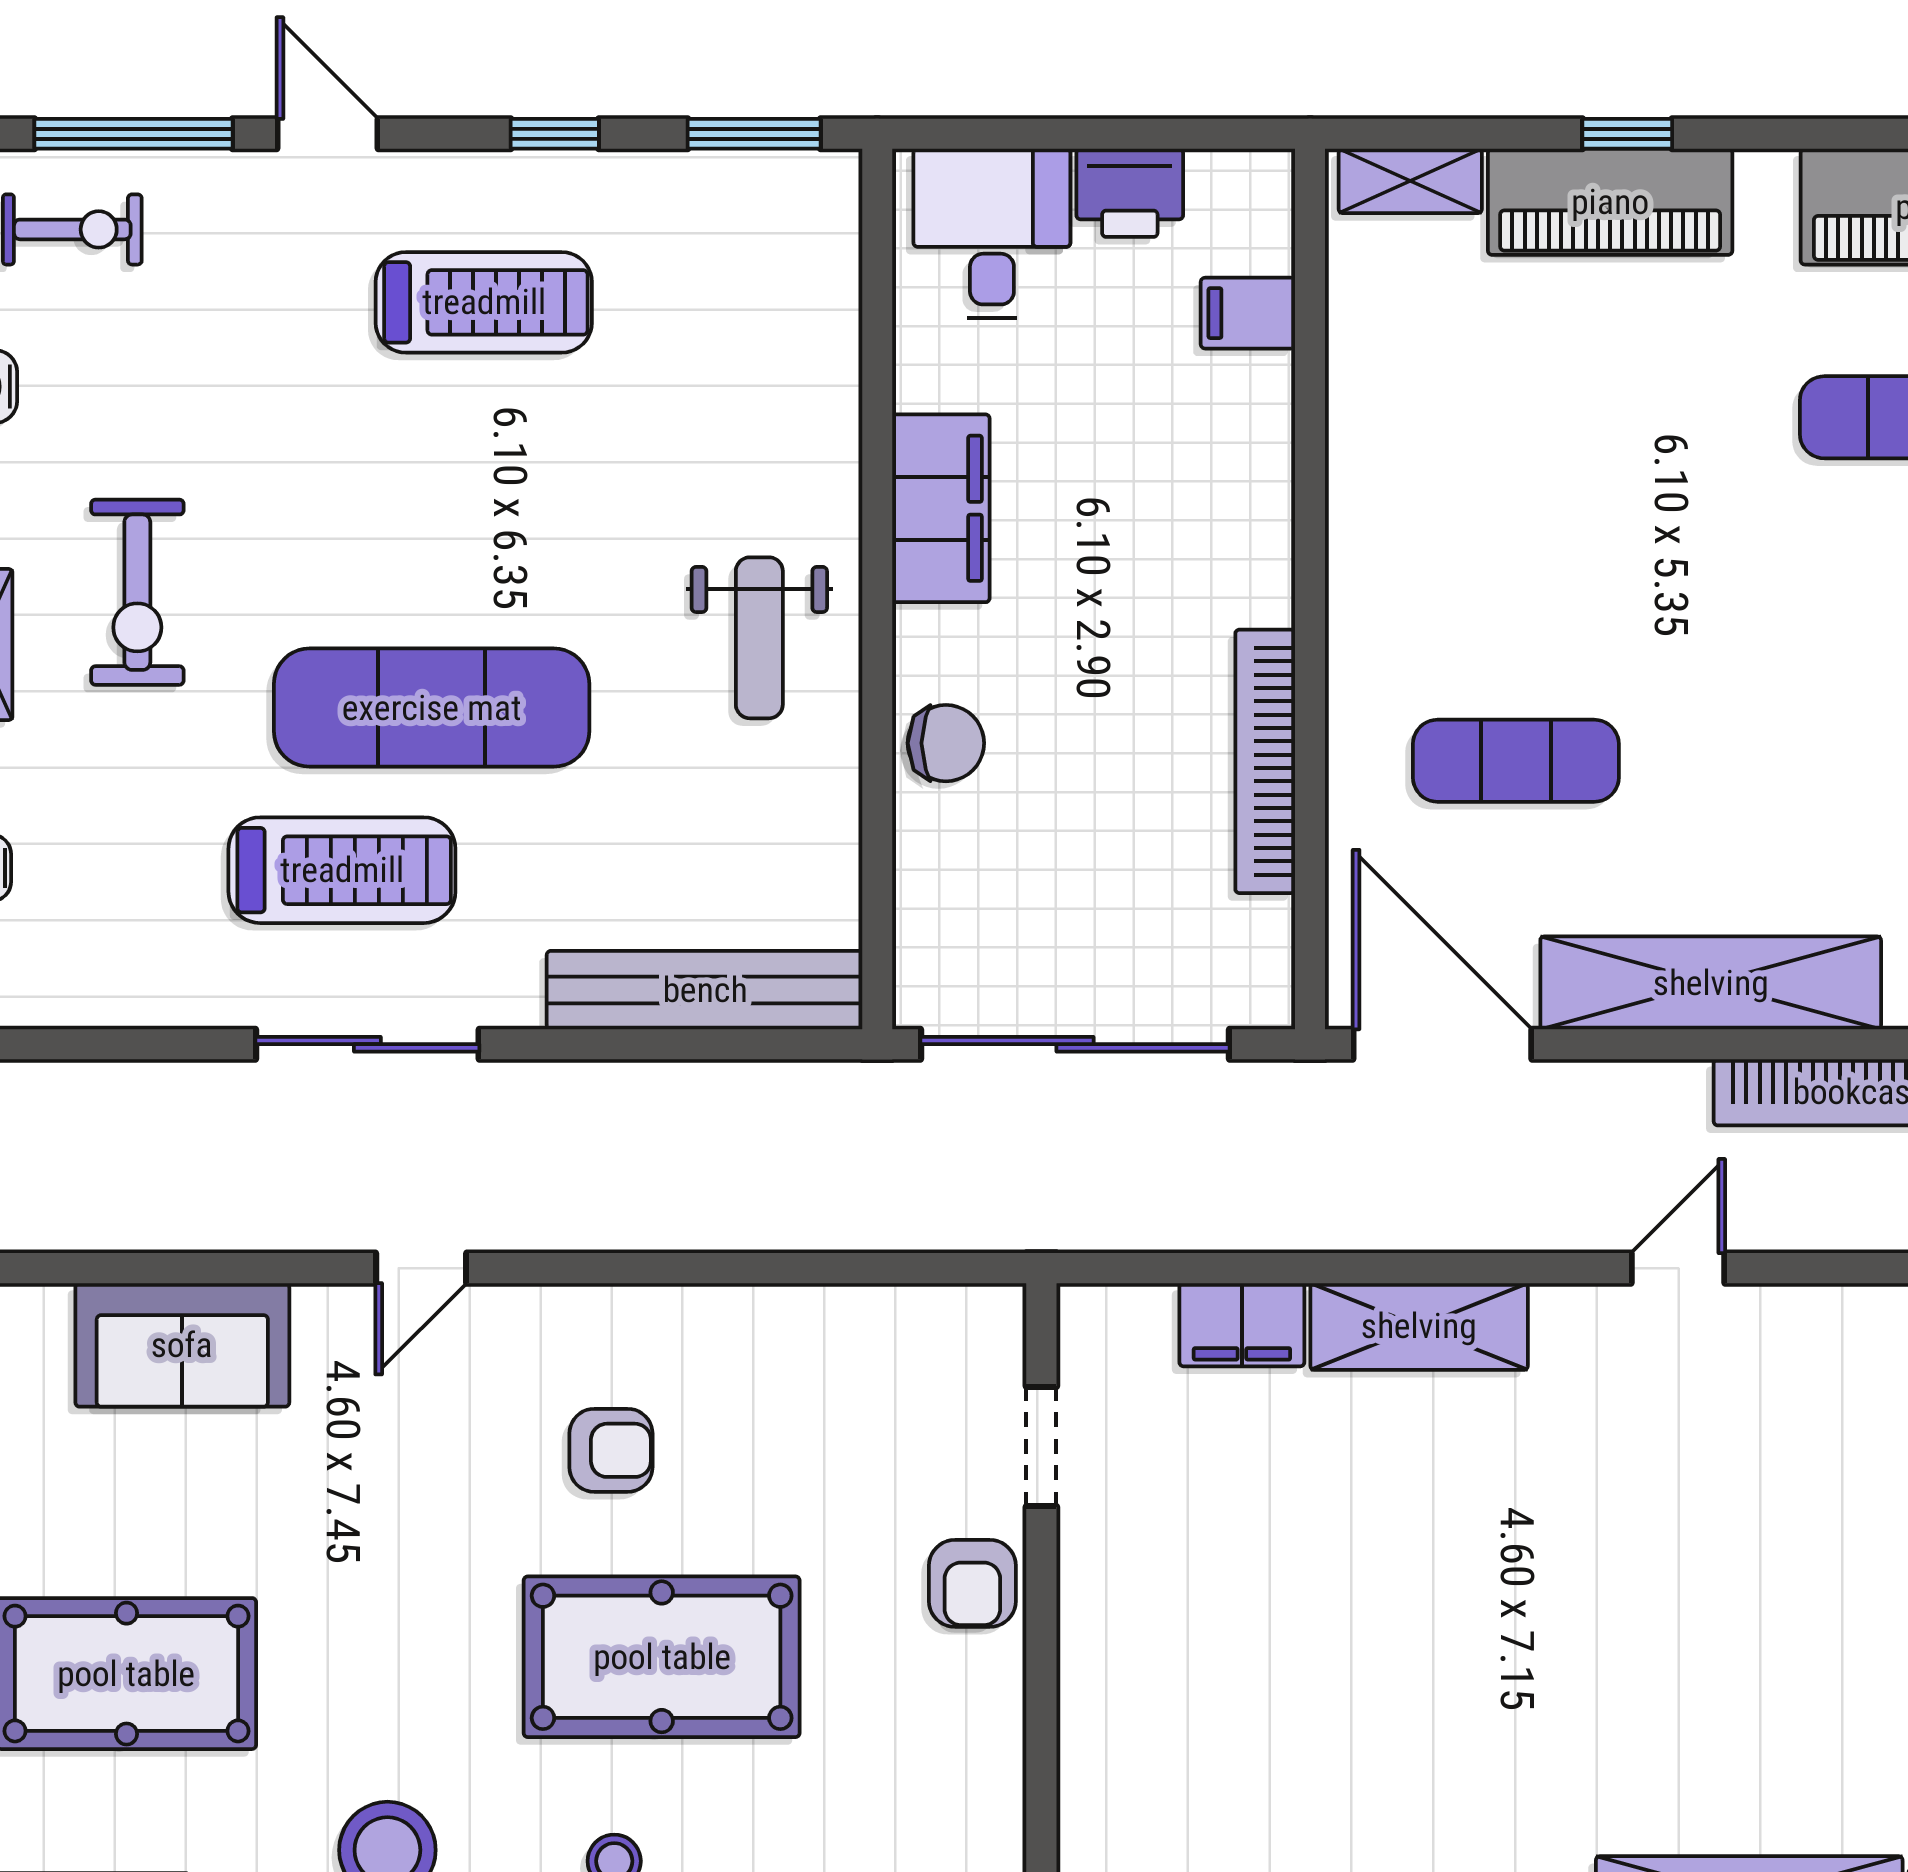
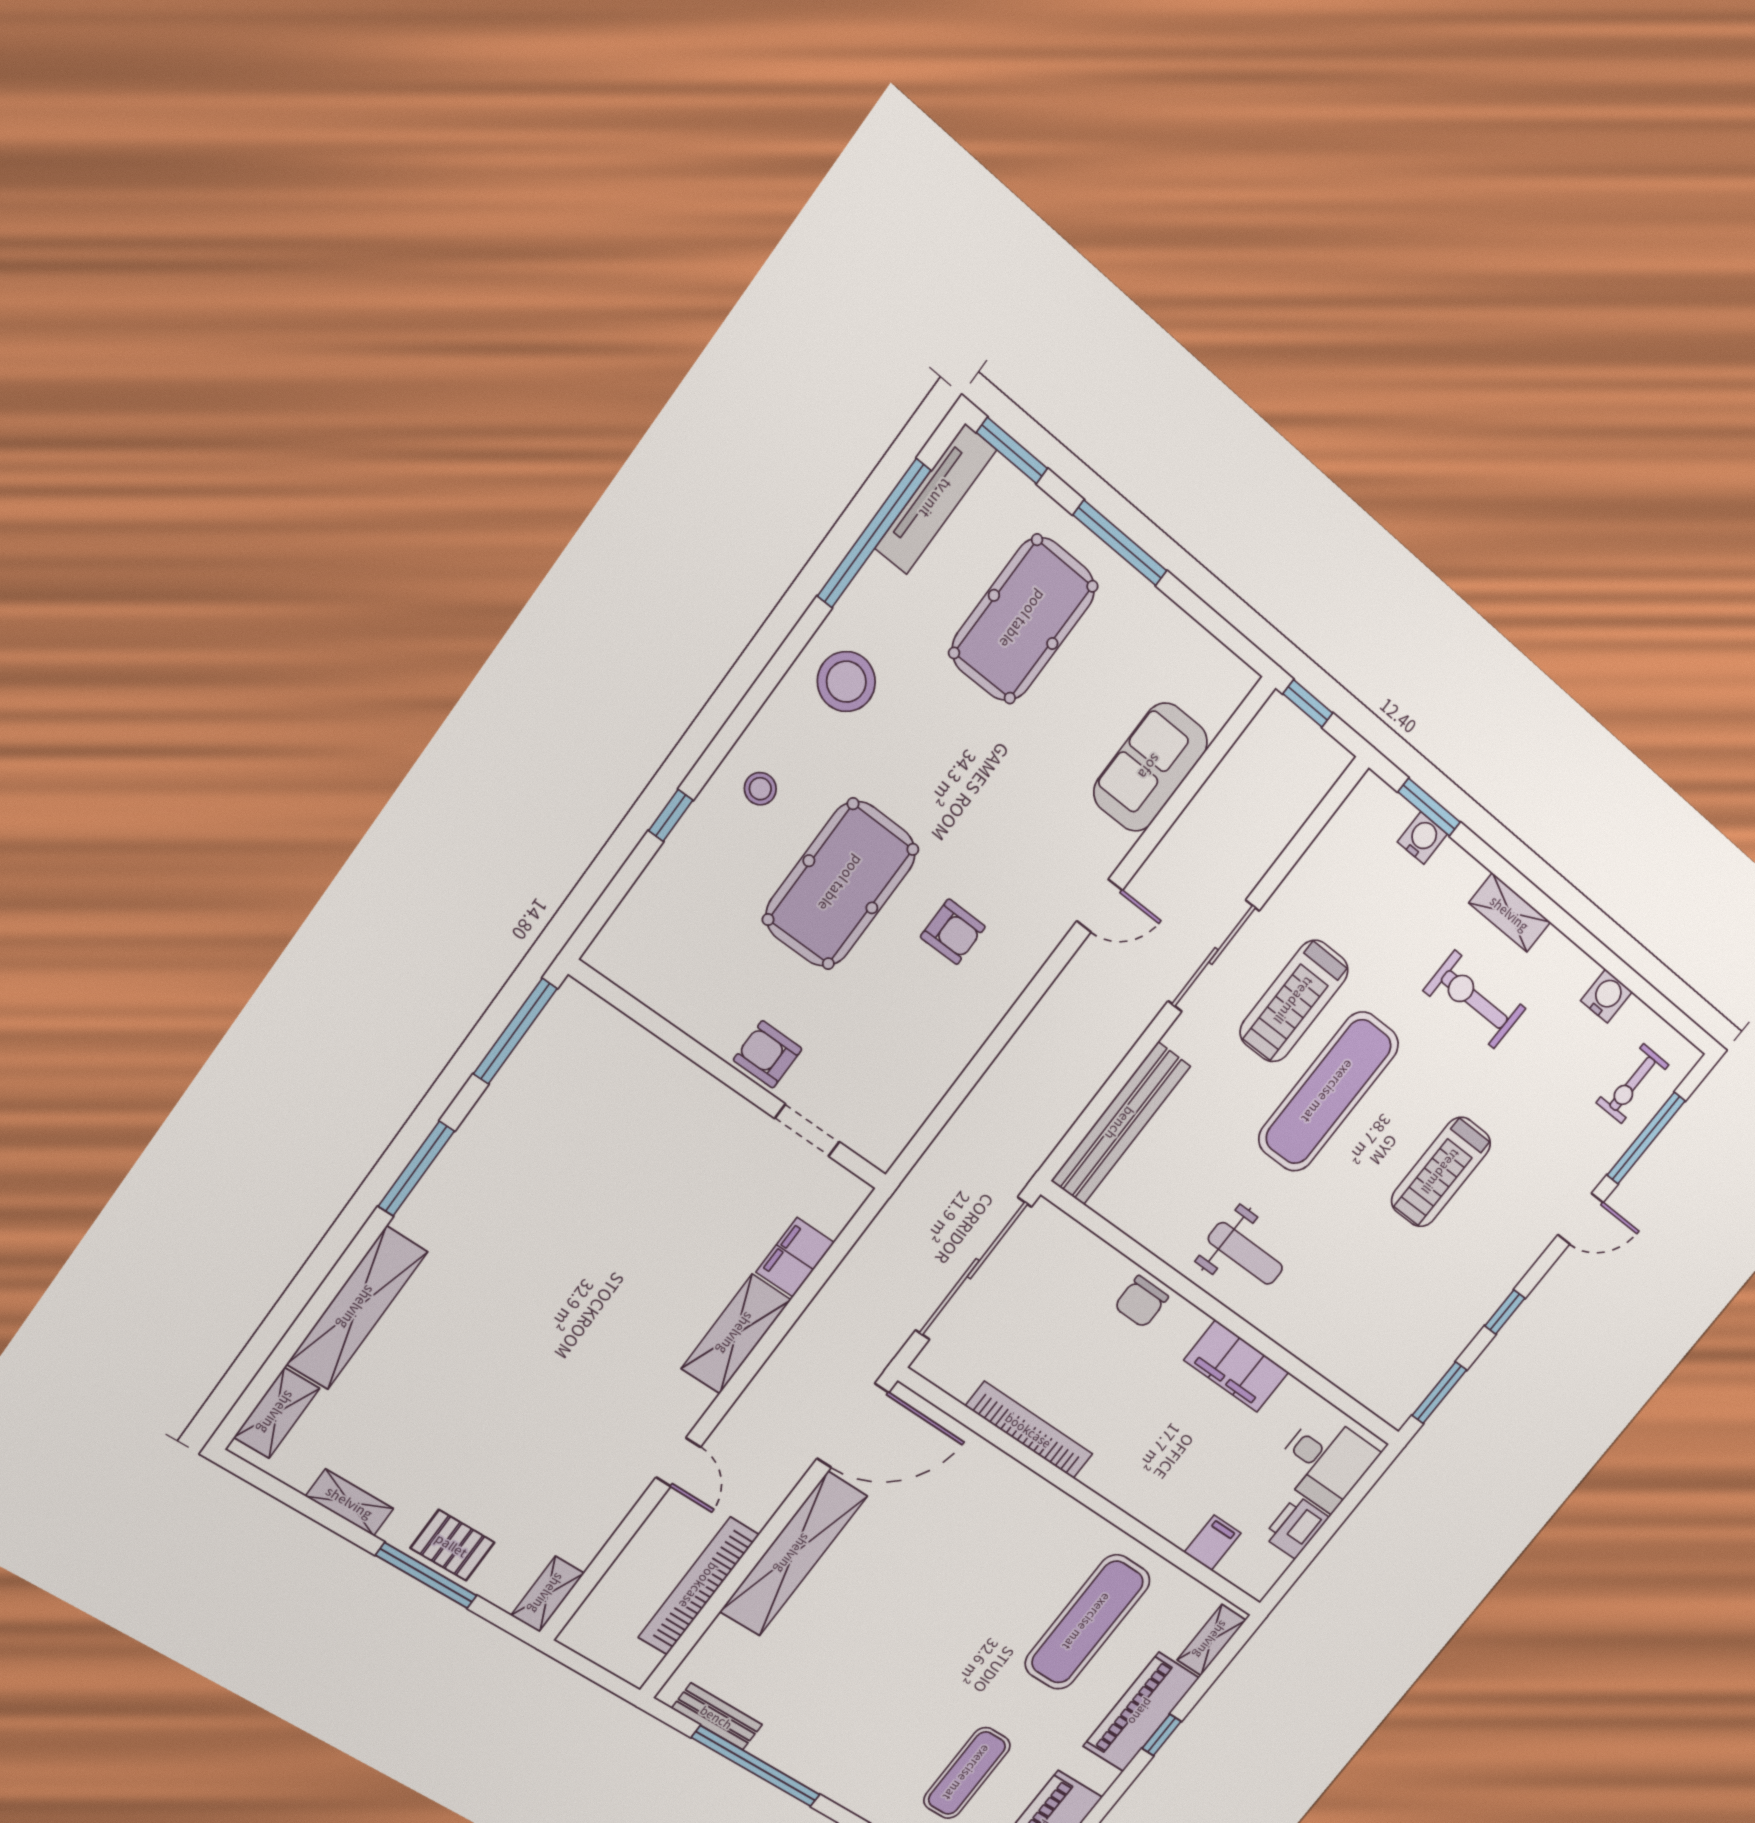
treadmill: (484, 302) -> (1441, 1172), moved
weight bench: (759, 638) -> (1245, 1253), turned 180
exercise mat: (1516, 761) -> (1087, 1622), moved, width x1.36, depth x1.45
door: (421, 1268) -> (1100, 906), swing flipped
armchair: (611, 1450) -> (953, 932), turned -90

